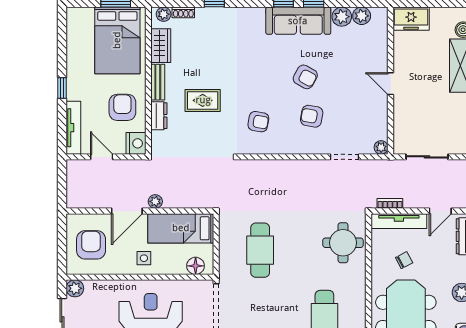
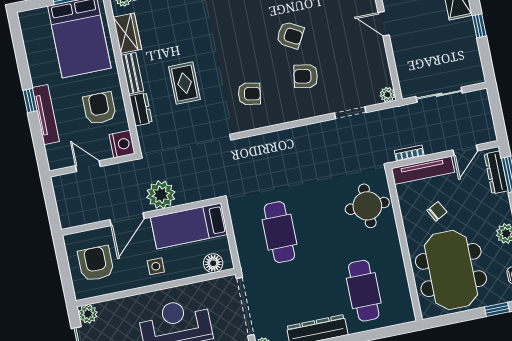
rug: (203, 100) -> (185, 83), turned 90
tv unit: (73, 128) -> (46, 115), moved
plant: (155, 201) -> (161, 195), width x1.87, depth x1.87

